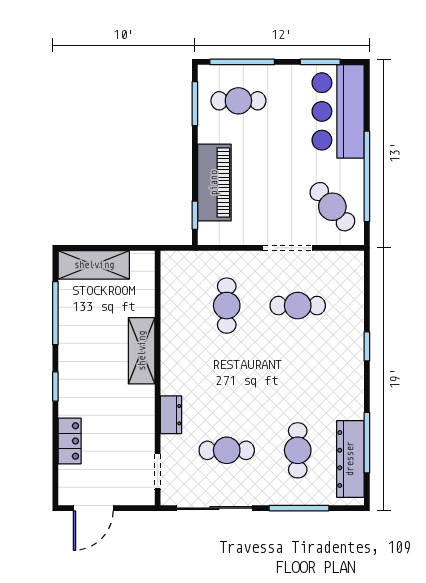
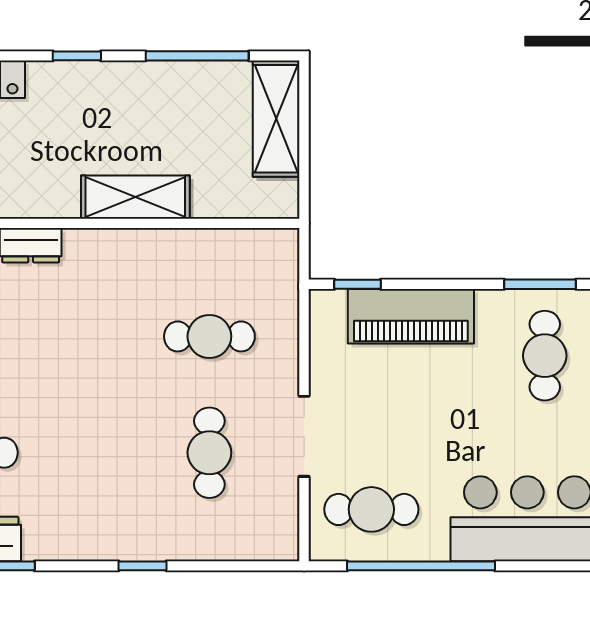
cafe table: (332, 207) -> (371, 509), turned 41

